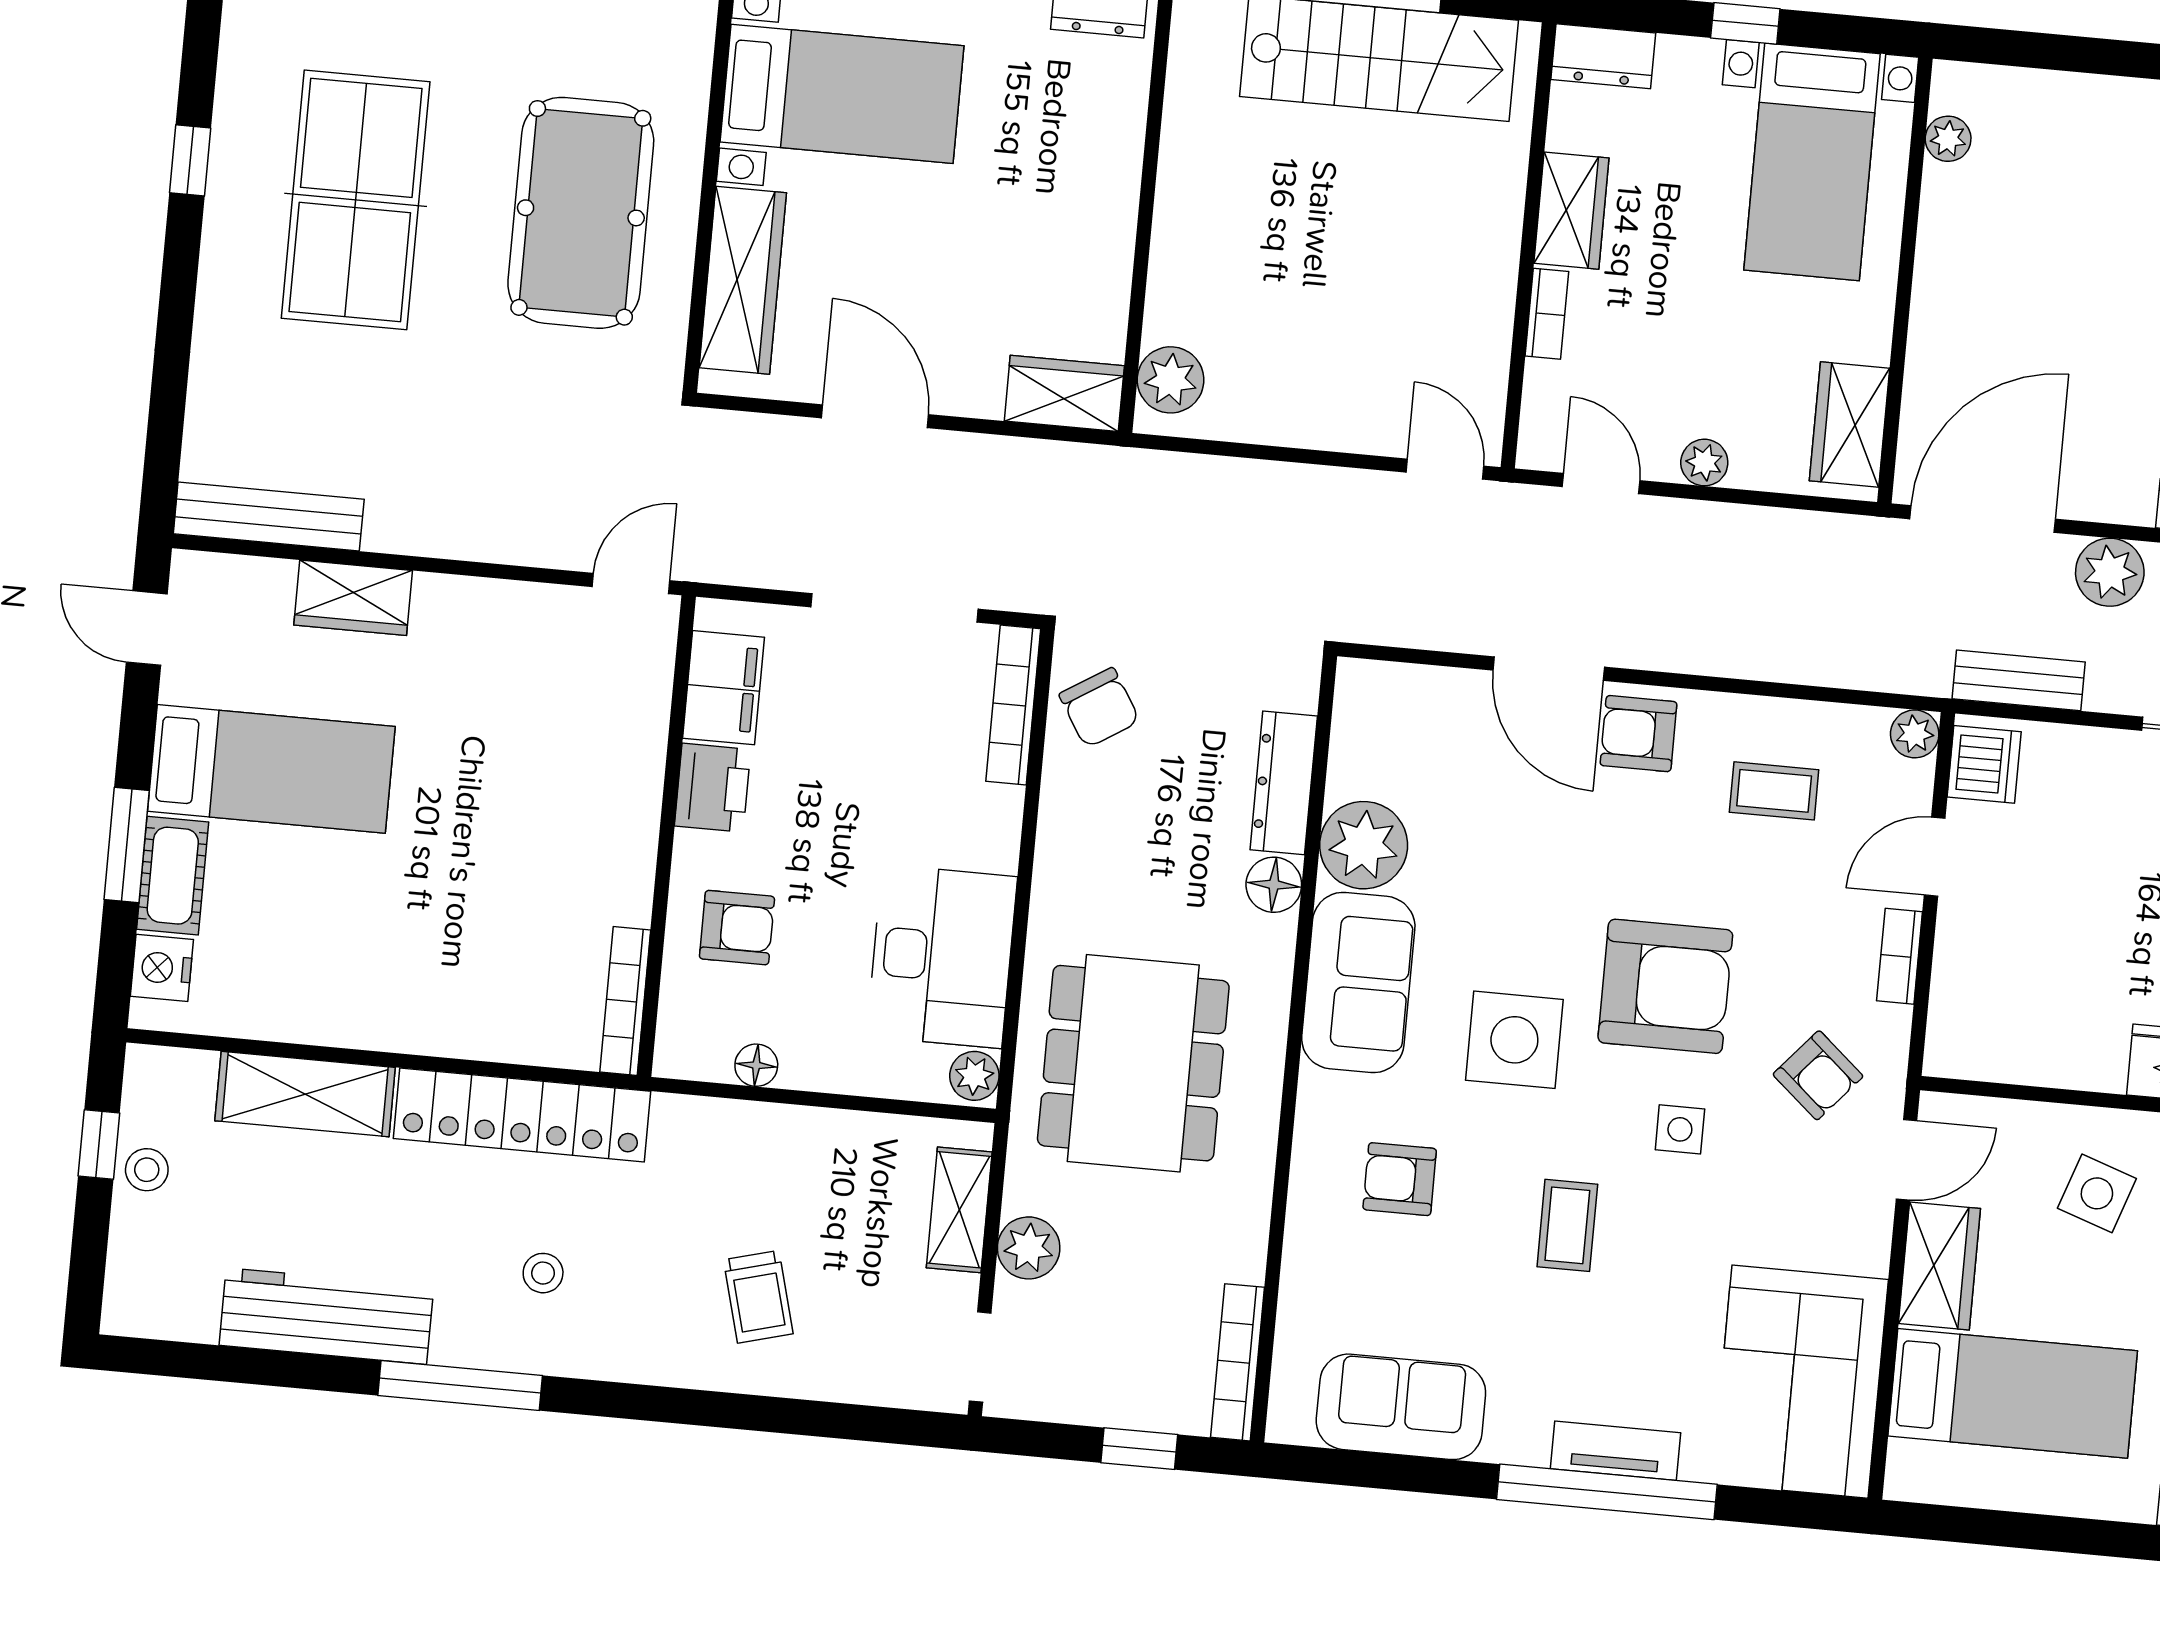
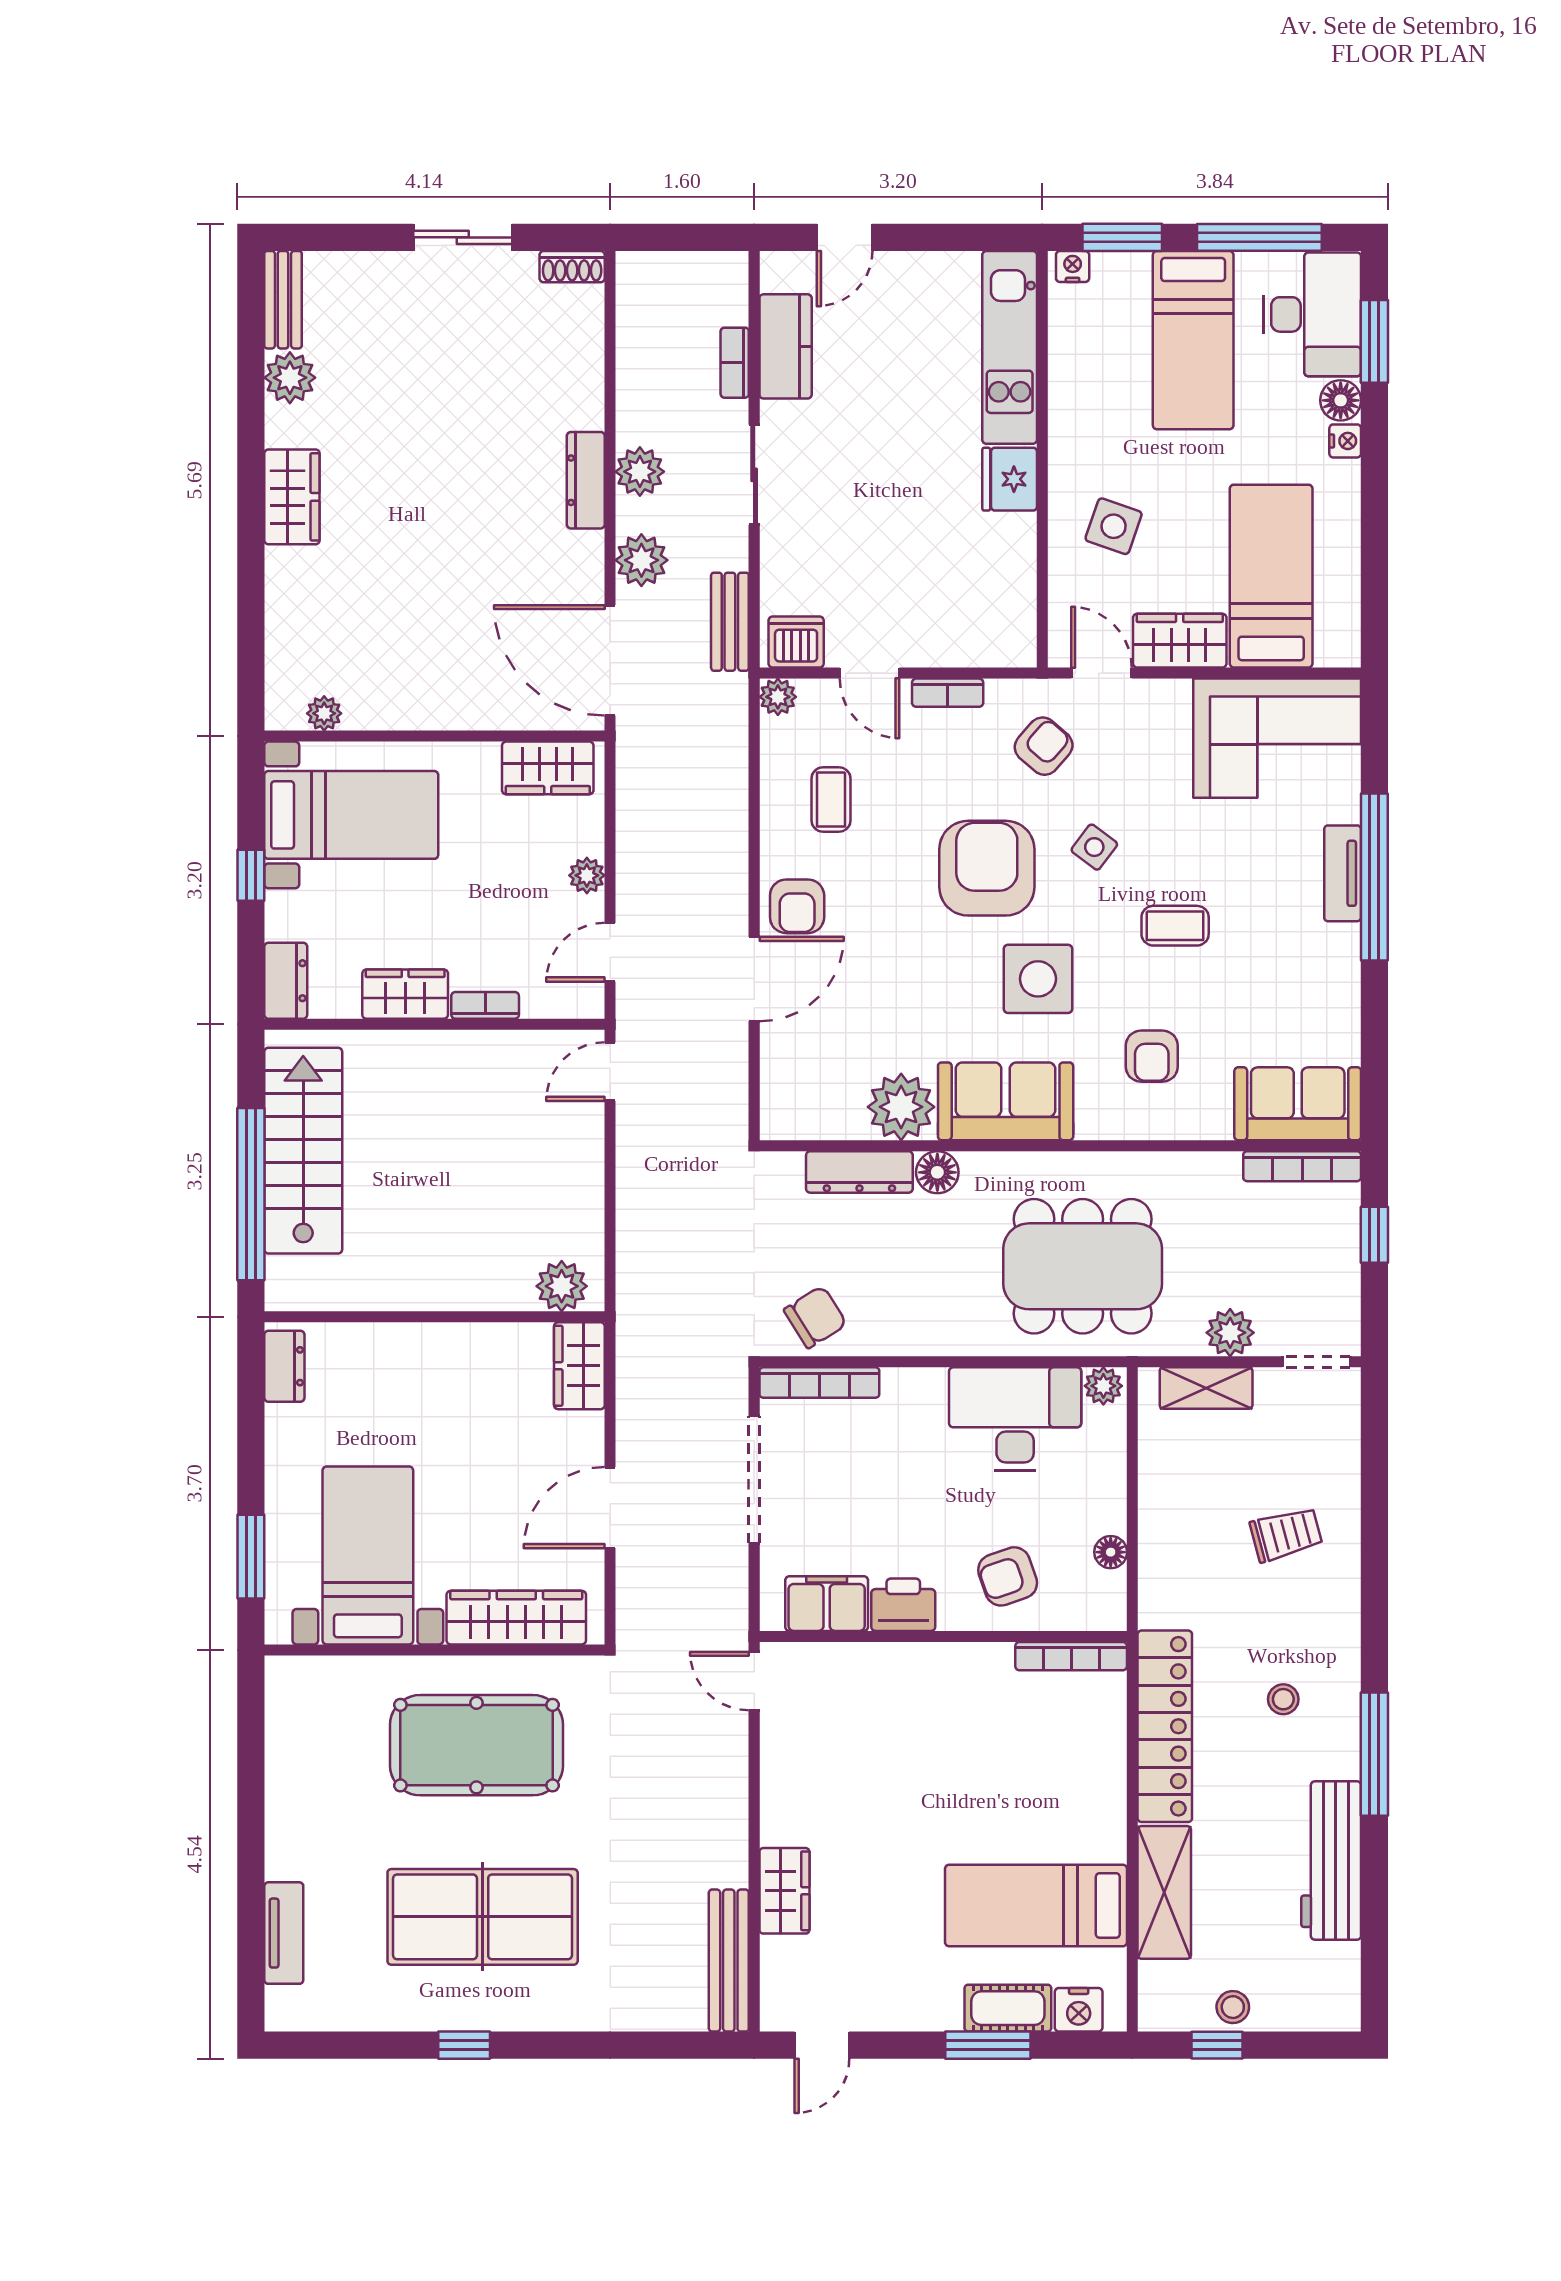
bed: (271, 769) -> (1036, 1905), moved, turned -90
armchair: (737, 928) -> (1008, 1576), turned -109
side table: (1680, 1129) -> (1094, 847), turned 37
sofa: (1401, 1407) -> (1298, 1104), moved, turned 90

